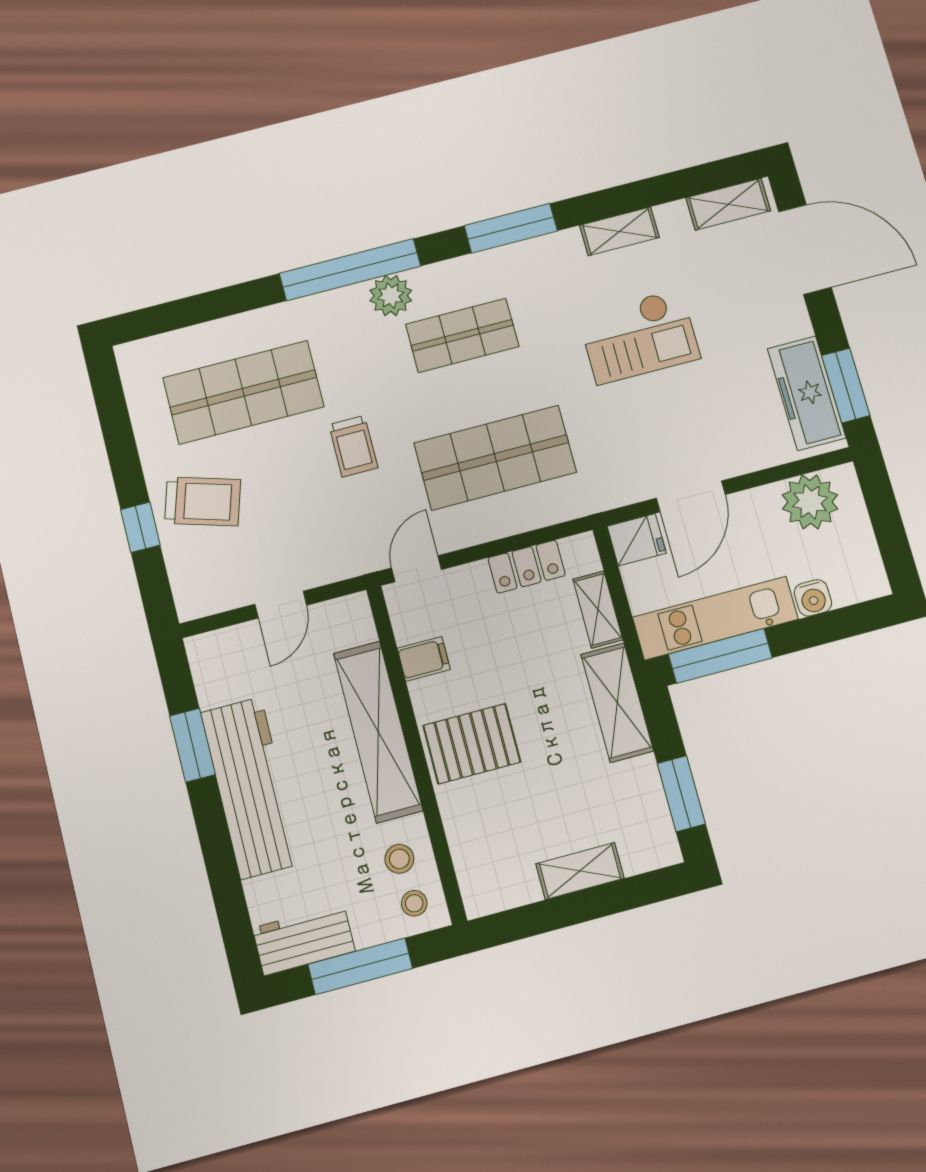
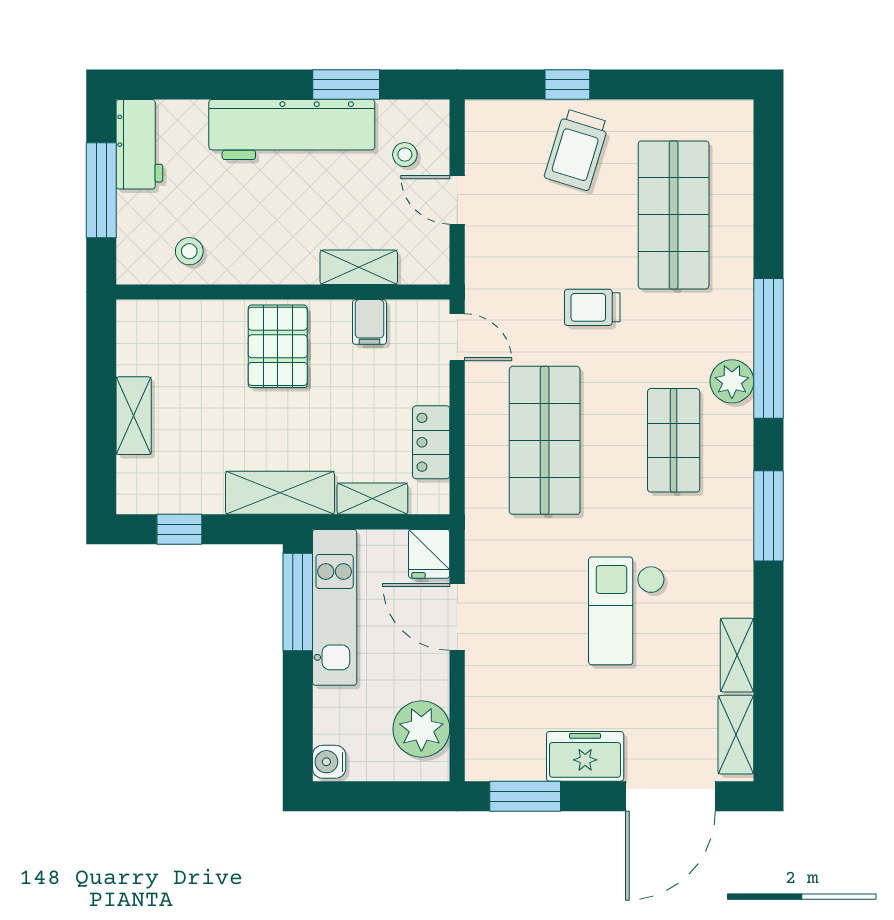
shelving: (620, 231) -> (737, 655), moved
freezer: (807, 393) -> (585, 756), moved, width x0.71
water cooler: (813, 598) -> (329, 762), moved
shelving: (378, 732) -> (359, 267), width x0.45, depth x0.75
window: (681, 794) -> (179, 529), width x0.67
stool: (414, 903) -> (405, 155), moved

